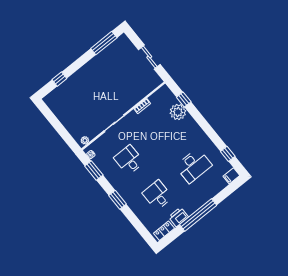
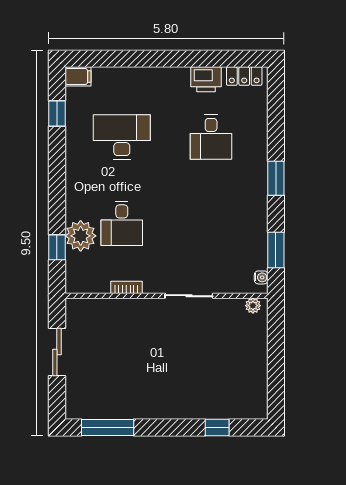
desk: (129, 160) -> (122, 223), moved
window: (198, 215) -> (174, 59), removed

